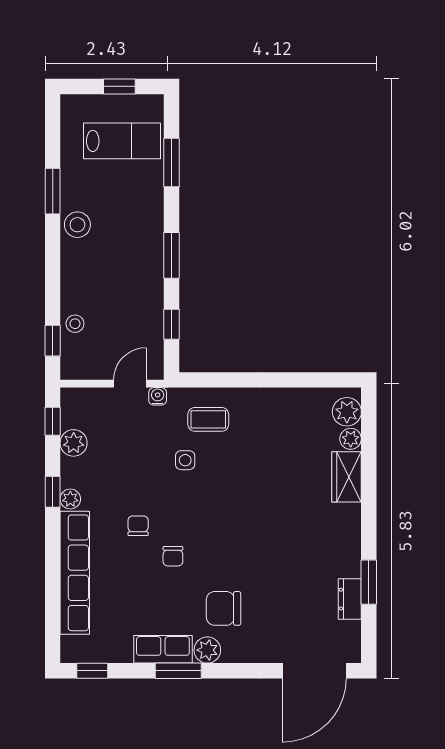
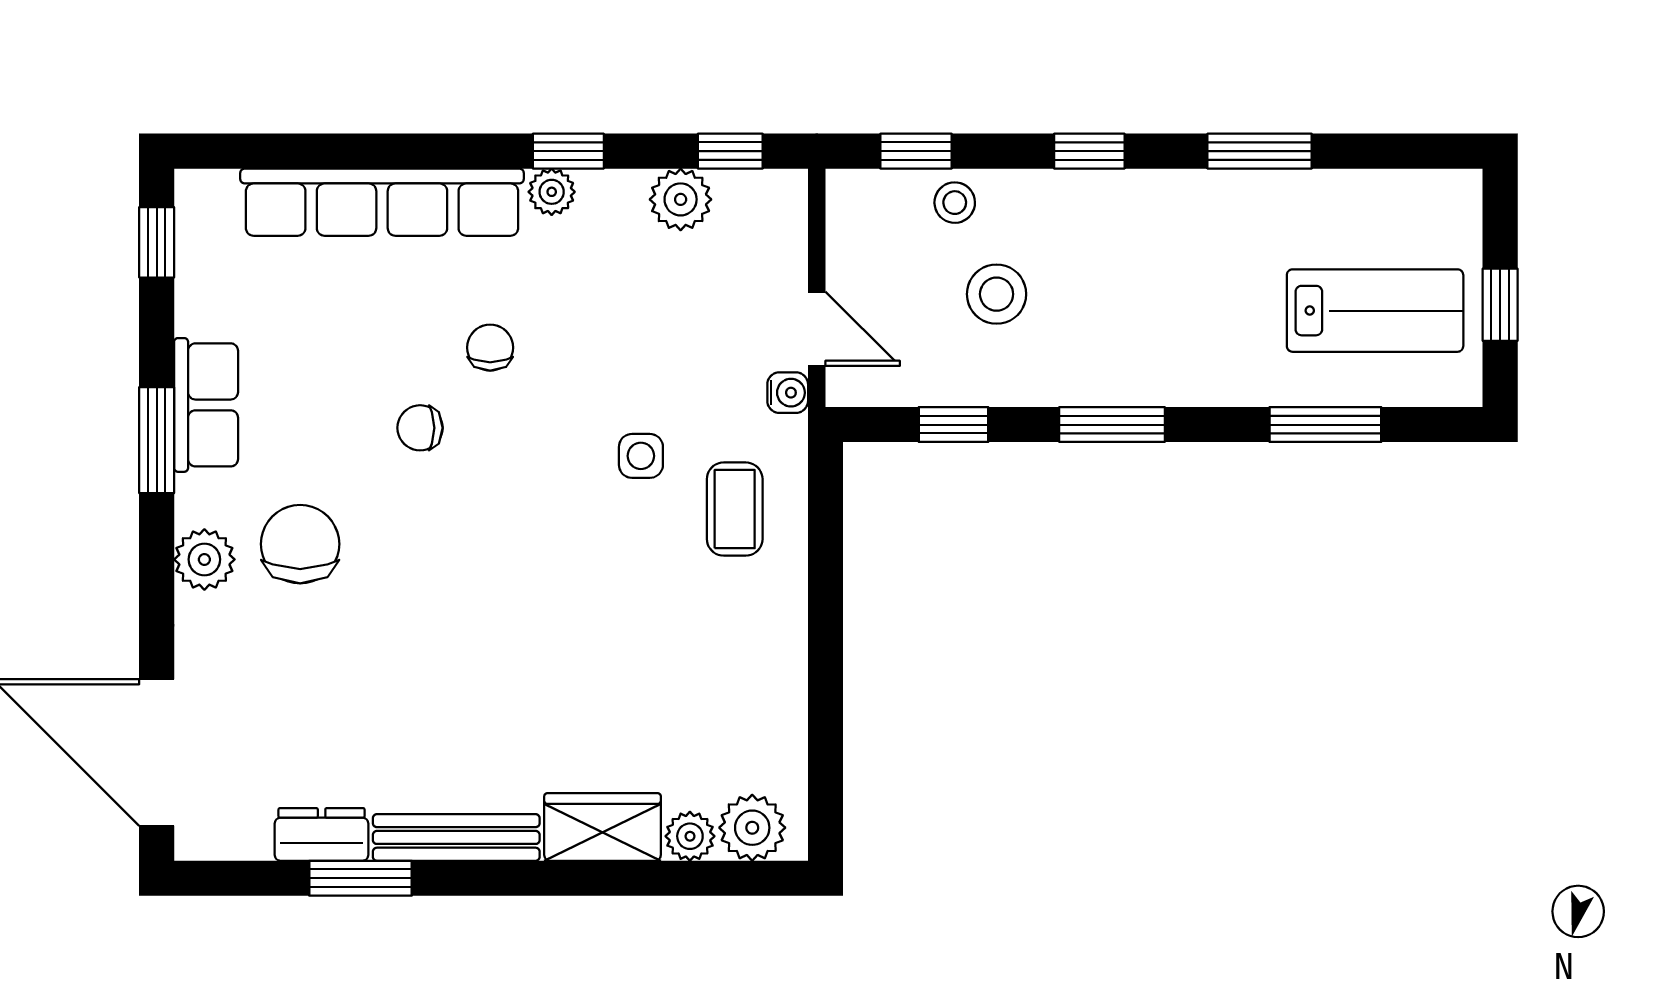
lab bench: (122, 141) -> (1375, 311), turned -90
stool: (77, 225) -> (997, 294), moved
window: (53, 265) -> (1089, 151), added
chair: (138, 526) -> (490, 348), turned -90
bench: (351, 540) -> (456, 837), added
plant: (207, 650) -> (204, 559), moved

